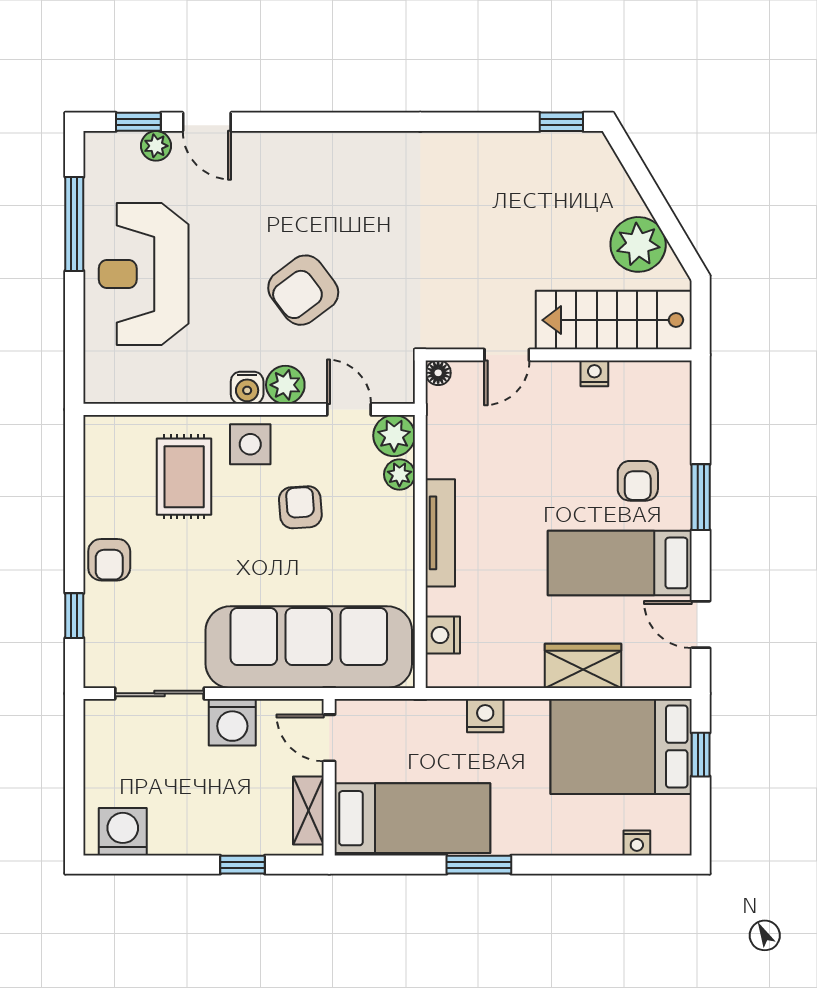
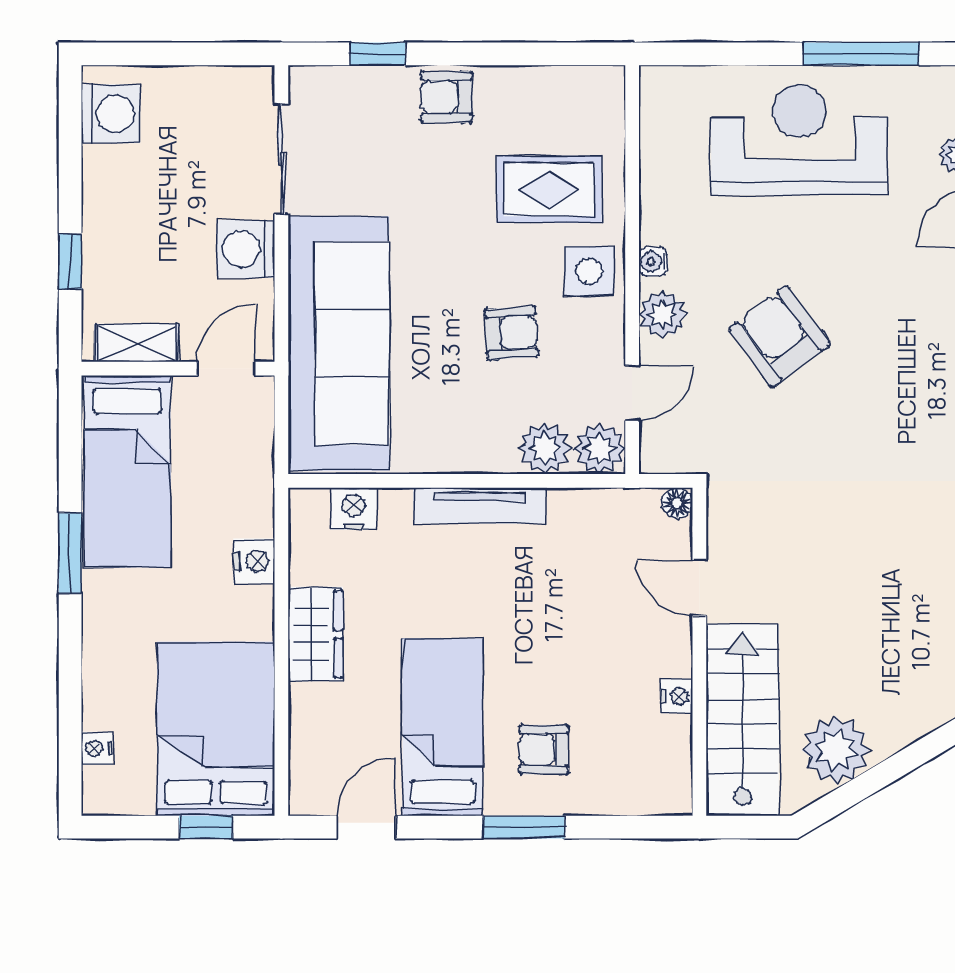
water cooler: (247, 388) -> (653, 262), width x0.72, depth x0.72
plant: (399, 474) -> (545, 448), width x1.38, depth x1.38
wardrobe: (583, 666) -> (315, 634), moved

